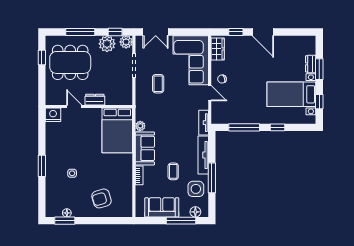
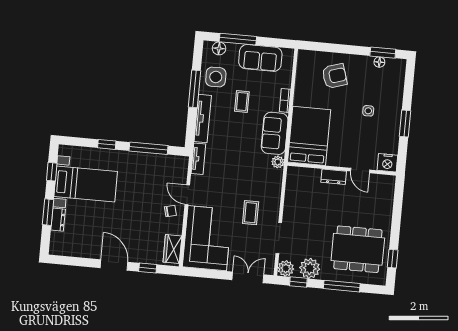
dresser: (95, 100) -> (334, 177), moved
door: (74, 106) -> (360, 171), moved
wall: (89, 106) -> (342, 169), moved
nightstand: (53, 115) -> (387, 163), moved
bed: (117, 130) -> (309, 136), moved

